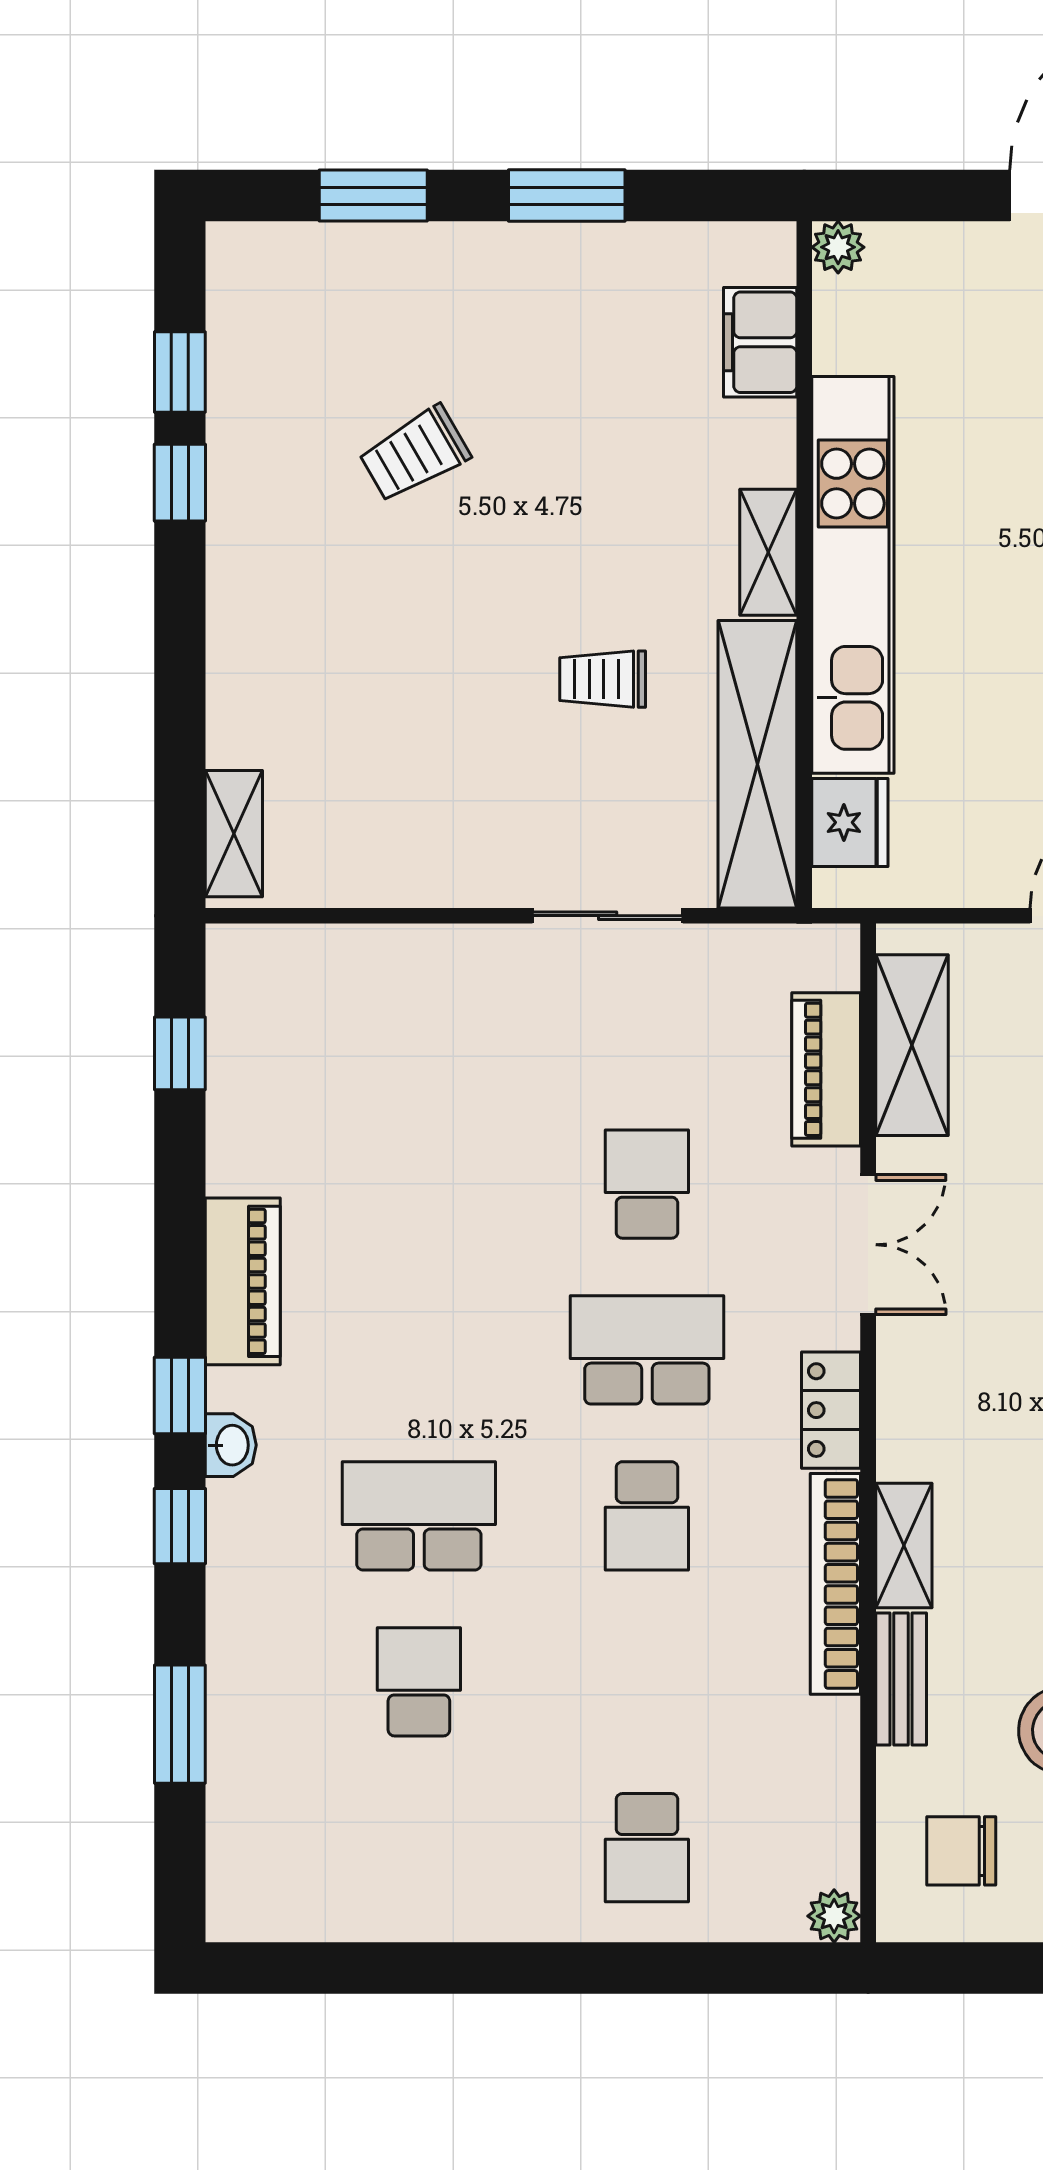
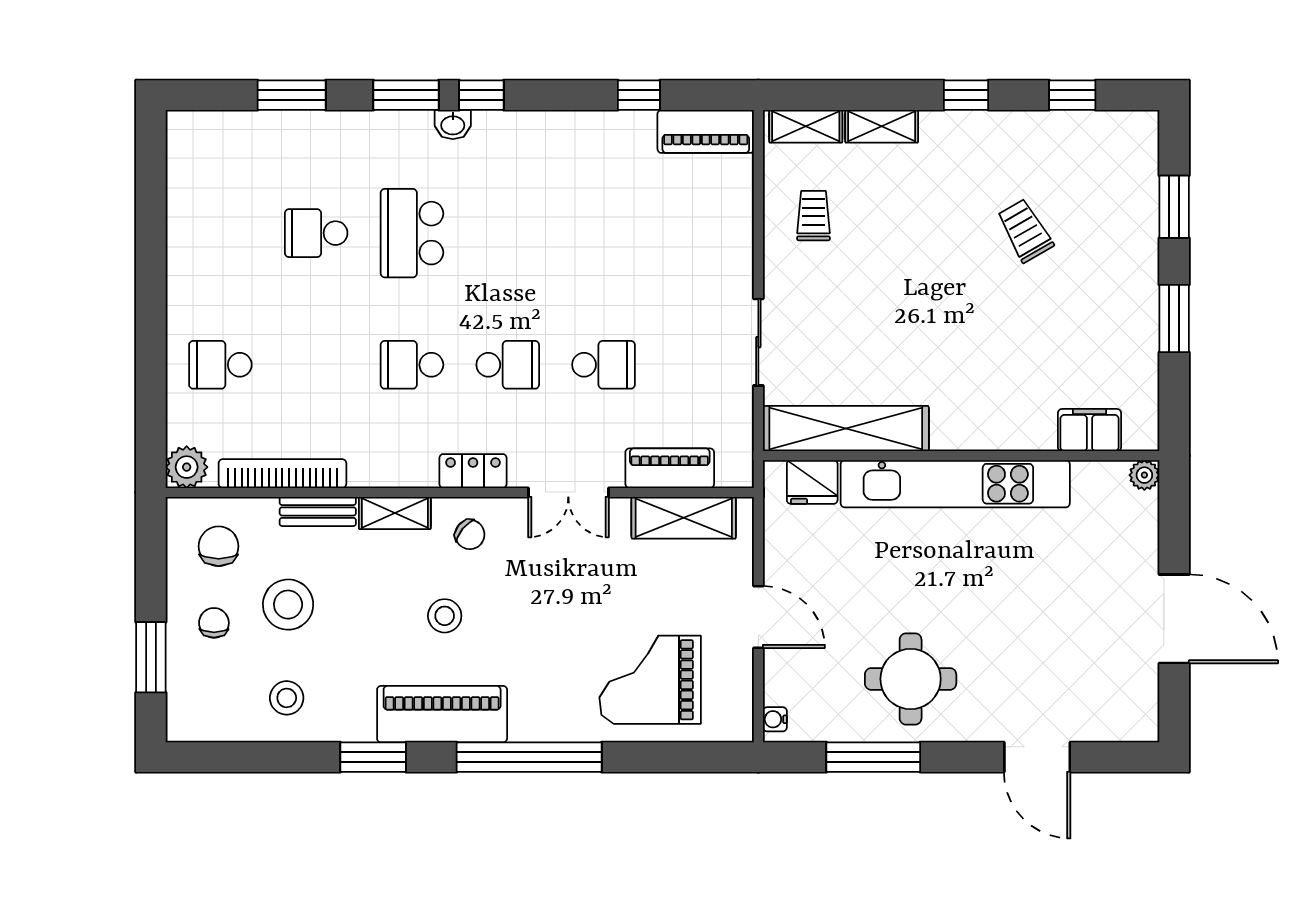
window: (180, 483) -> (966, 95), moved
shelving: (768, 552) -> (882, 126), moved
trolley: (603, 679) -> (813, 216), moved
window: (180, 1053) -> (639, 95), moved
piano: (243, 1281) -> (706, 131), moved
school desk: (647, 1350) -> (508, 365), width x0.54
chair: (941, 1416) -> (470, 535), added
school desk: (419, 1516) -> (412, 233), turned 180
window: (180, 1526) -> (406, 95), width x1.50
bookcase: (835, 1584) -> (282, 474), moved
school desk: (419, 1682) -> (316, 233), turned 180
plant: (834, 1916) -> (187, 467), width x1.38, depth x1.38

